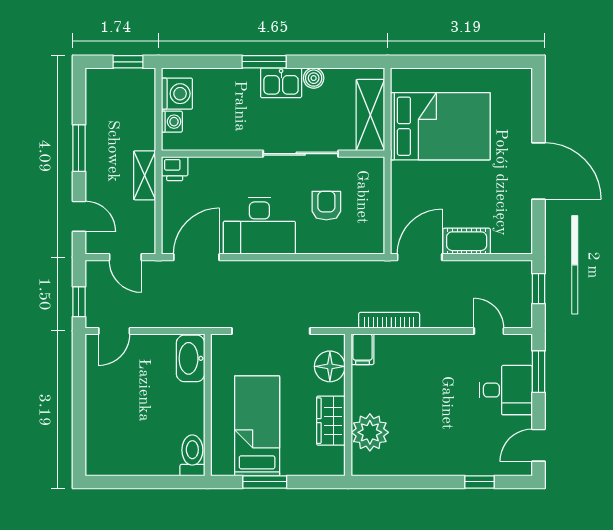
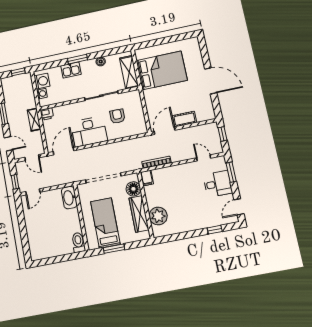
kitchen sink: (281, 83) -> (71, 70), moved
wardrobe: (331, 421) -> (139, 214), width x1.50

